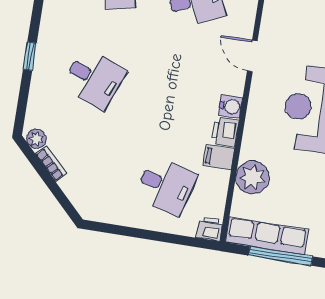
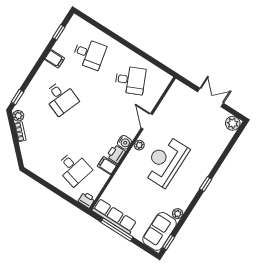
filing cabinet: (55, 19) -> (55, 59), added
window: (30, 56) -> (17, 97), moved
plant: (252, 177) -> (139, 145), moved, width x0.53, depth x0.53

